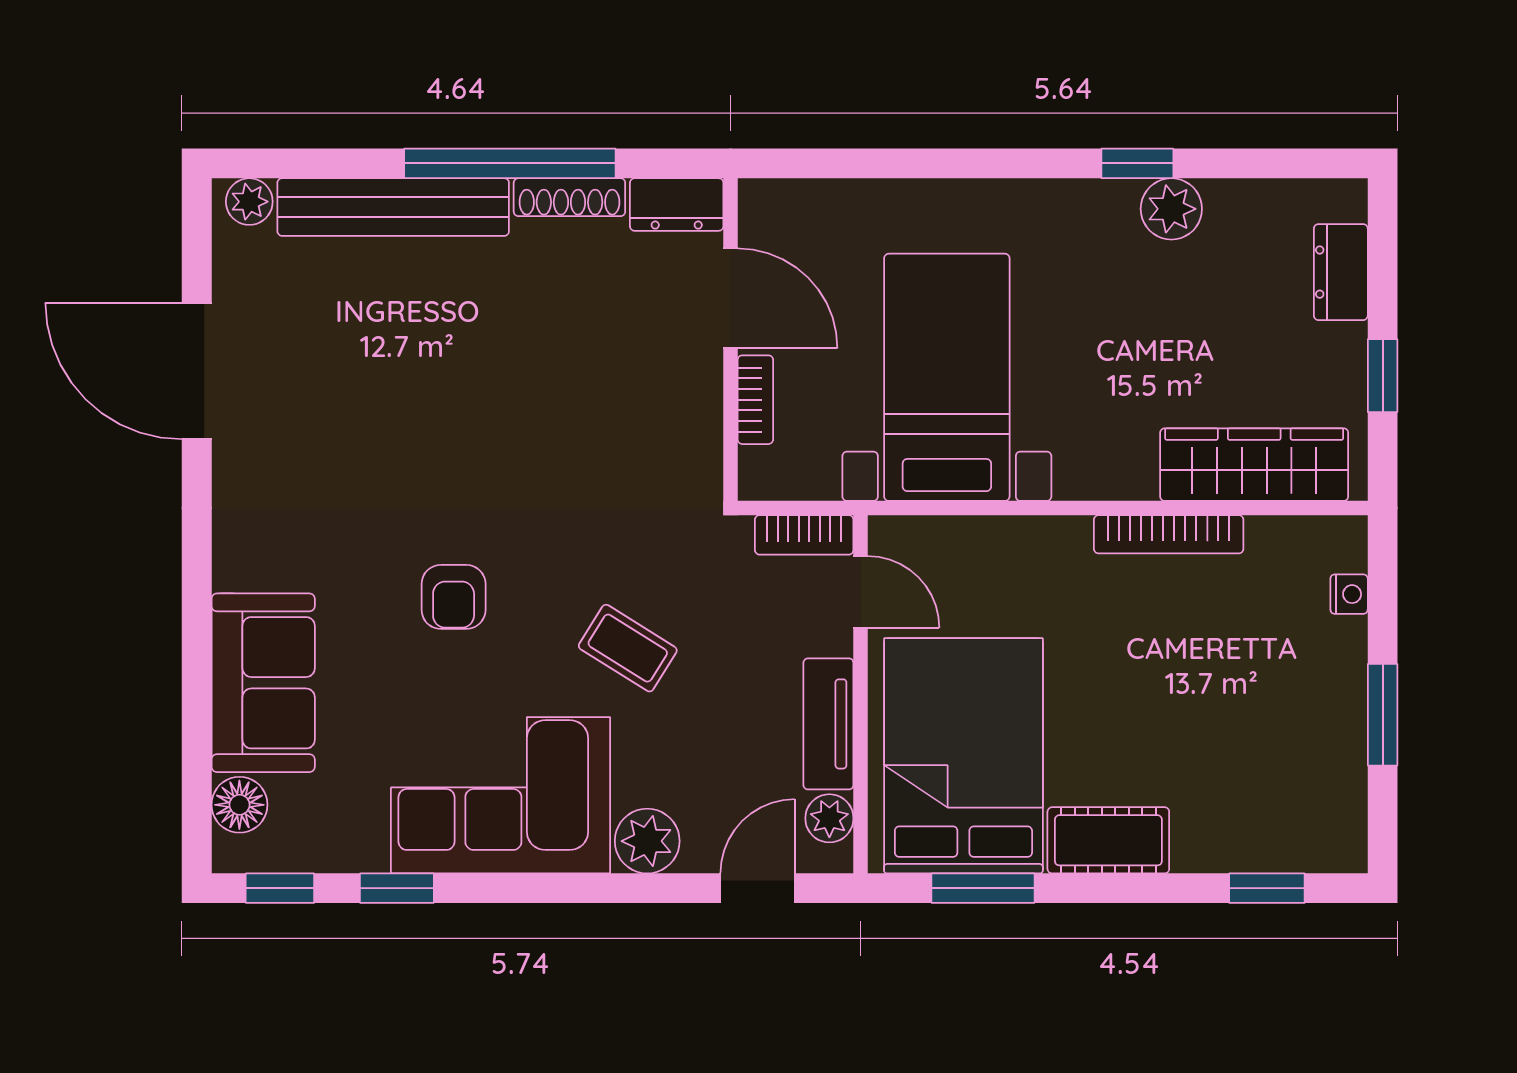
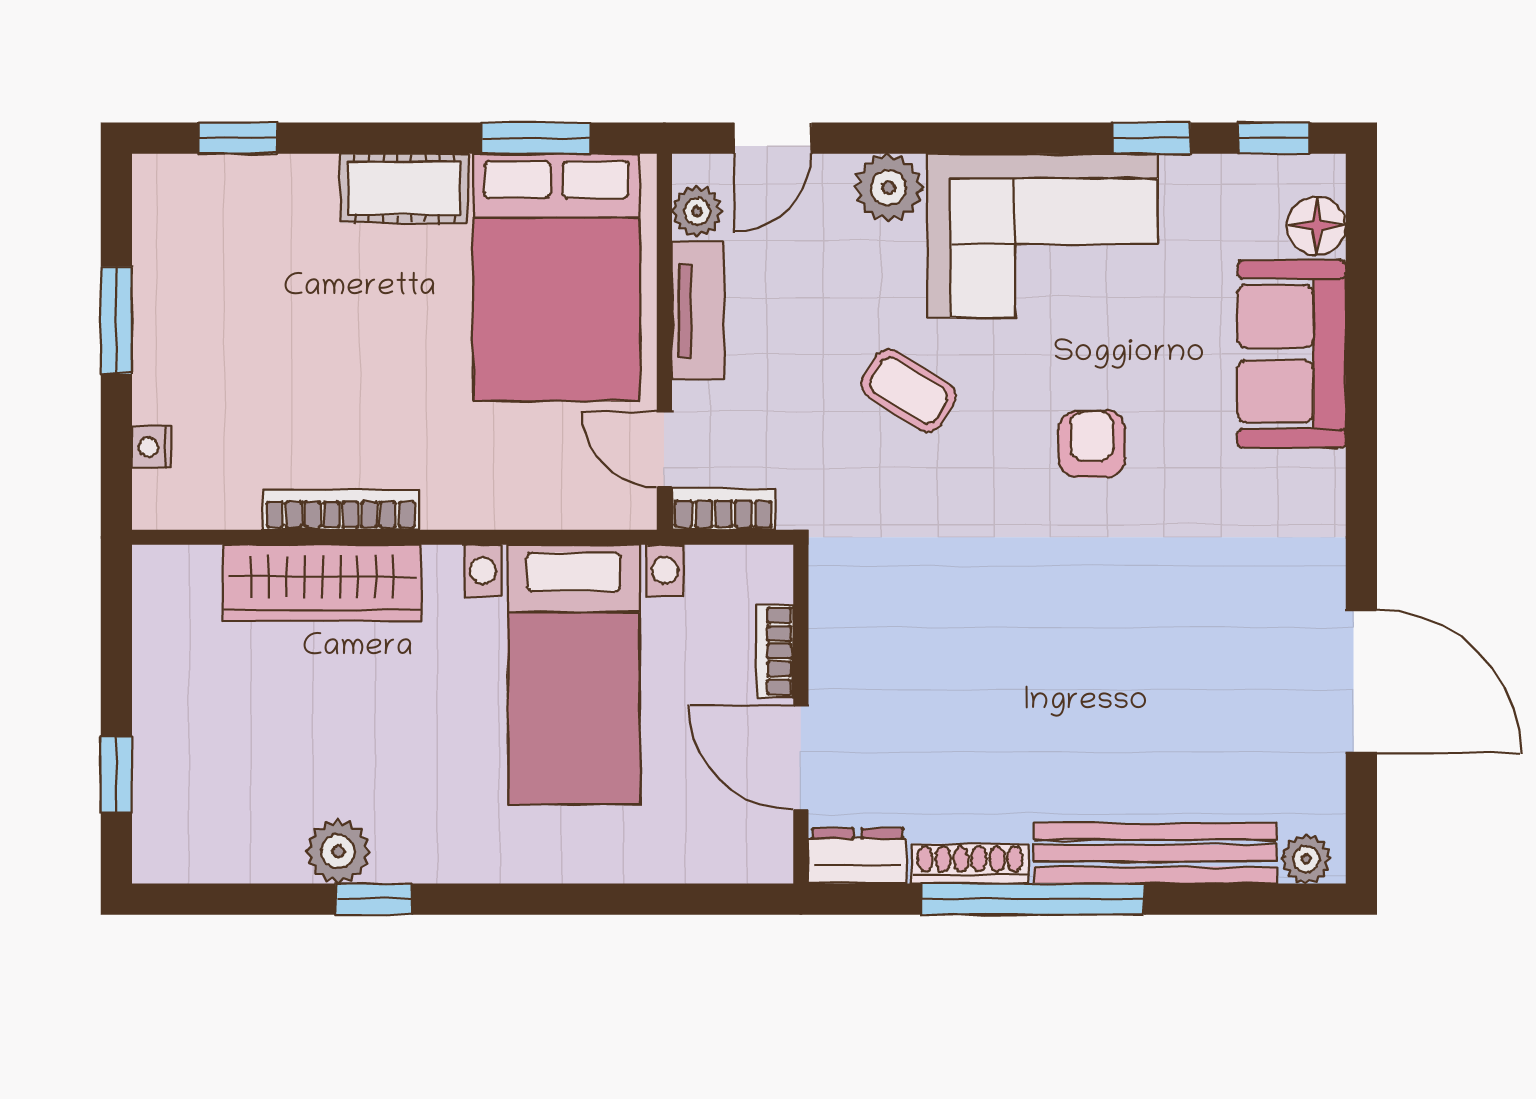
dresser: (1341, 272) -> (160, 785), removed
window: (1383, 376) -> (116, 774), moved
wardrobe: (1254, 465) -> (322, 583), moved

